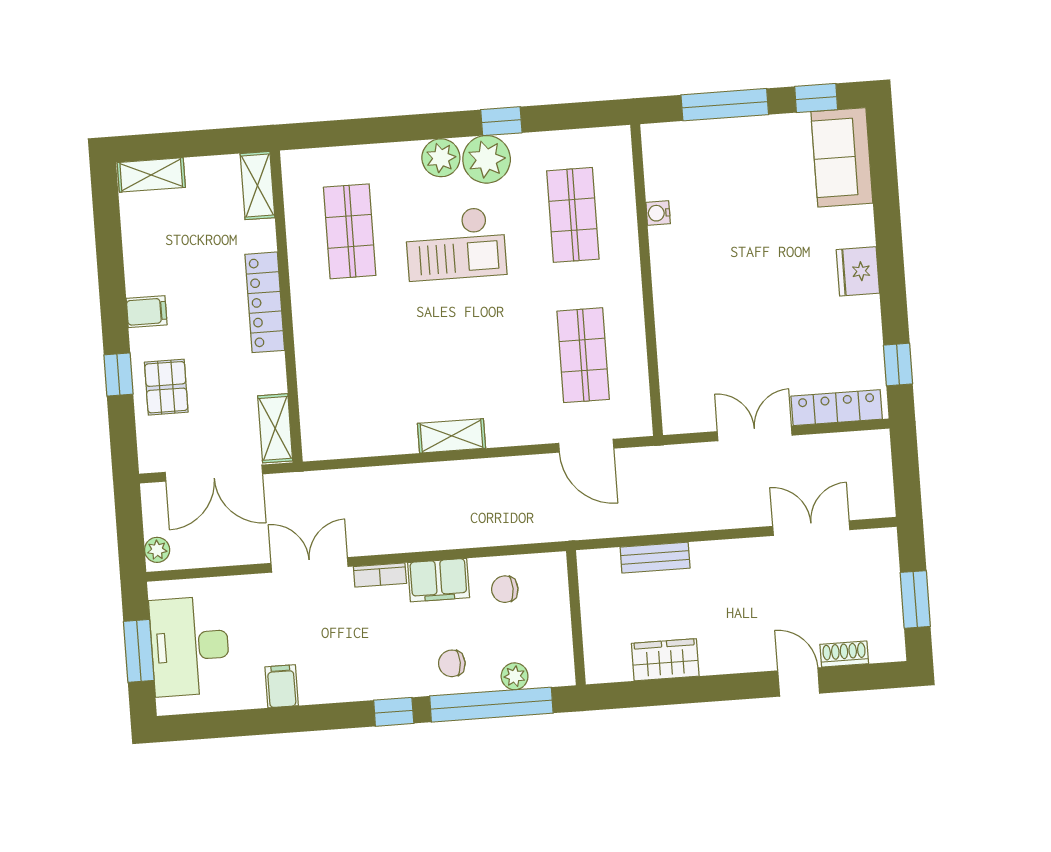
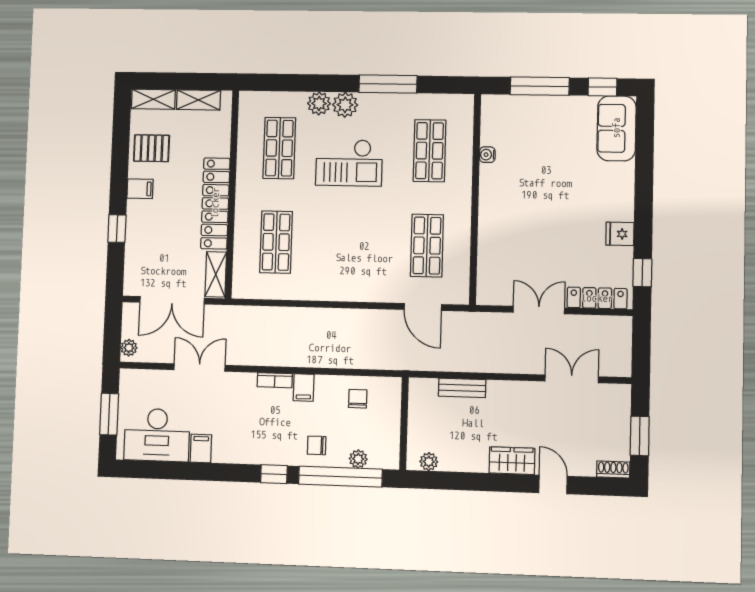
window: (501, 121) -> (388, 84), width x2.17
plant: (487, 159) -> (319, 103), moved, width x0.73, depth x0.73
shelving: (258, 186) -> (198, 100), moved, turned 90
fridge: (858, 271) -> (620, 234), moved, width x0.72
locker: (265, 302) -> (215, 203), width x1.41, depth x1.21
shop shelf: (360, 372) -> (276, 242), added
pallet: (166, 387) -> (152, 148), moved, turned 90
shelving: (452, 436) -> (333, 291), removed
double door: (310, 565) -> (199, 367), moved
filing cabinet: (439, 580) -> (304, 387), width x0.50
chair: (505, 589) -> (358, 399), turned 90
desk: (190, 646) -> (157, 435), moved, turned -90
shoe rack: (844, 654) -> (613, 469), moved
wardrobe: (665, 660) -> (512, 461), moved
plant: (617, 669) -> (429, 462), added

